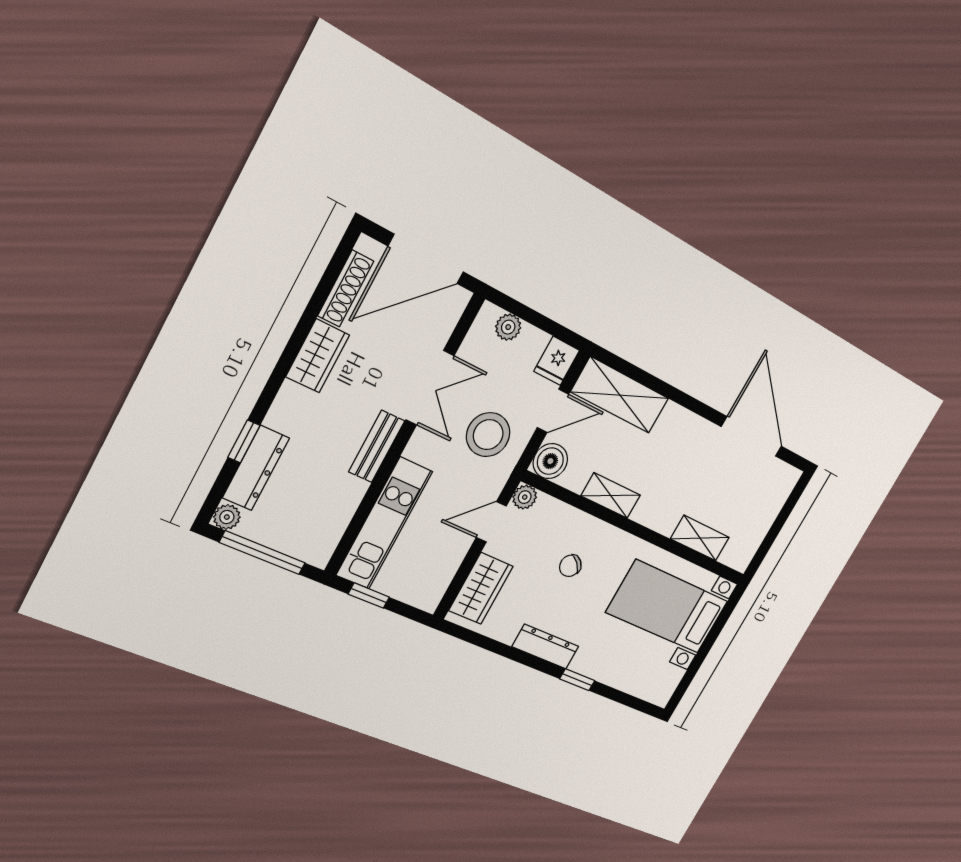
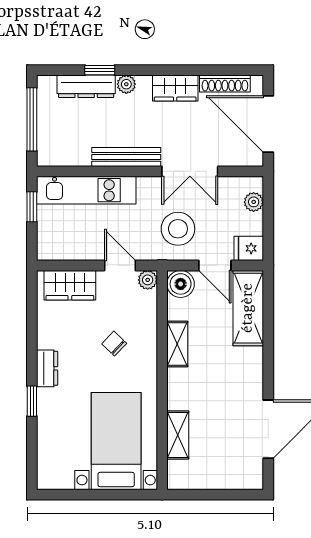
bench: (377, 446) -> (126, 157), width x1.36
plant: (227, 517) -> (126, 84), moved
dresser: (545, 647) -> (47, 368), width x0.70

